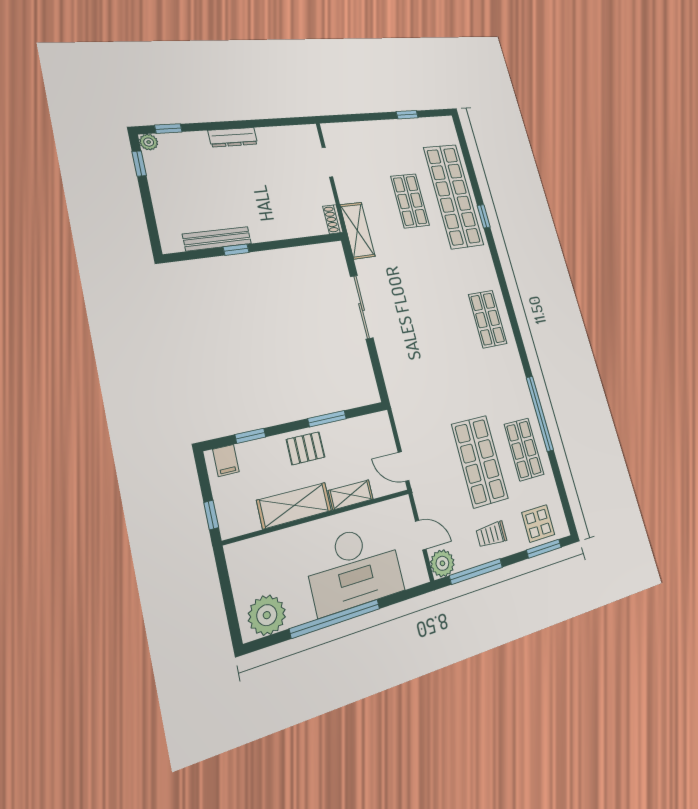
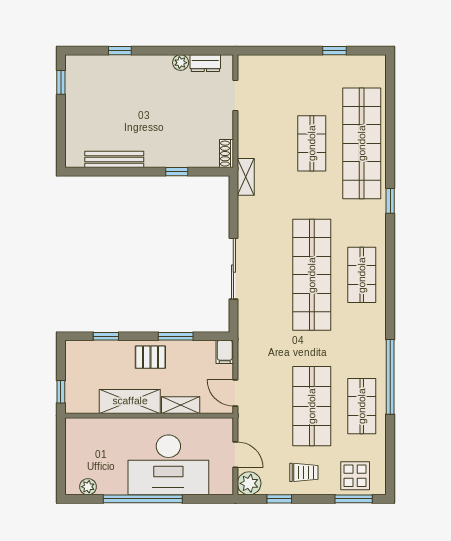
window: (168, 129) -> (120, 51), moved
dresser: (233, 137) -> (205, 63), moved, width x0.70
plant: (149, 142) -> (181, 63), moved
window: (484, 216) -> (390, 201), moved
shelving: (358, 231) -> (246, 177), width x0.67, depth x0.75
window: (236, 250) -> (177, 172), moved
sliding door: (362, 307) -> (233, 269), moved
shop shelf: (444, 327) -> (312, 275), added
filing cabinet: (226, 461) -> (225, 352), moved
trolley: (491, 534) -> (304, 472), turned 180
window: (476, 571) -> (279, 499), width x0.46
plant: (267, 615) -> (88, 487), width x0.53, depth x0.53

